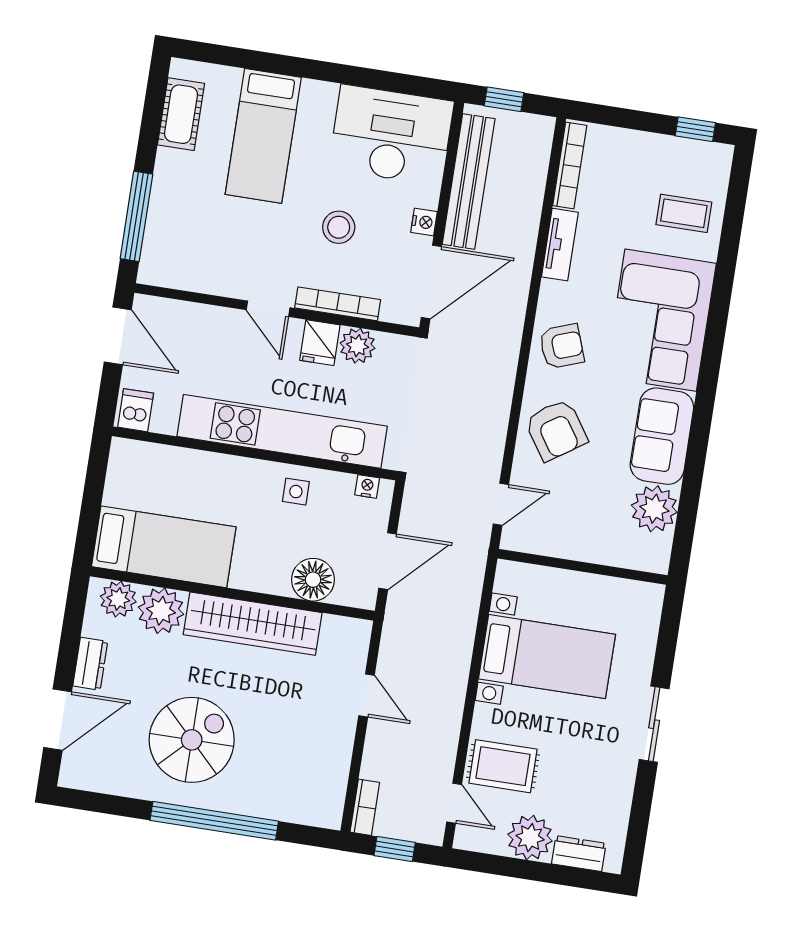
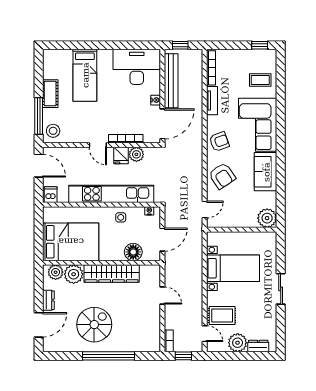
cot: (181, 114) -> (50, 94), moved
stool: (339, 227) -> (53, 131), moved
plant: (654, 509) -> (267, 218), moved
bed: (164, 547) -> (71, 242), width x1.50

